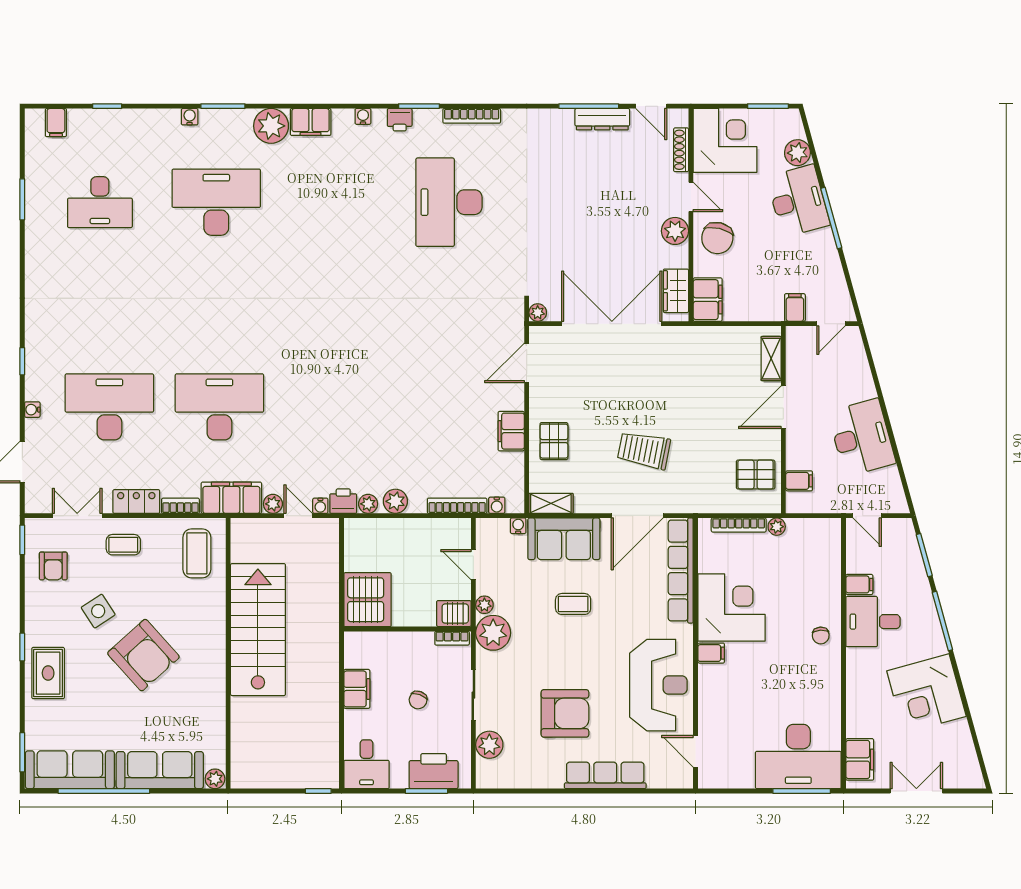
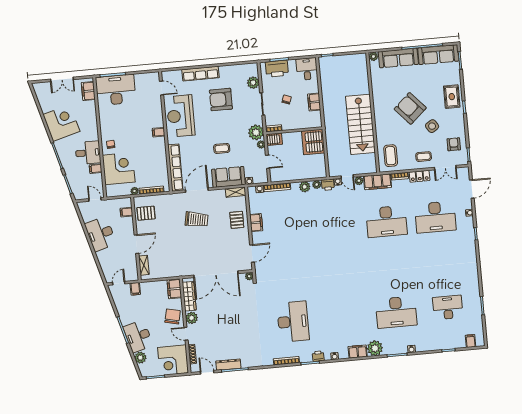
wardrobe: (676, 291) -> (189, 296), width x1.50
corner desk: (731, 608) -> (119, 169), moved, turned 180

